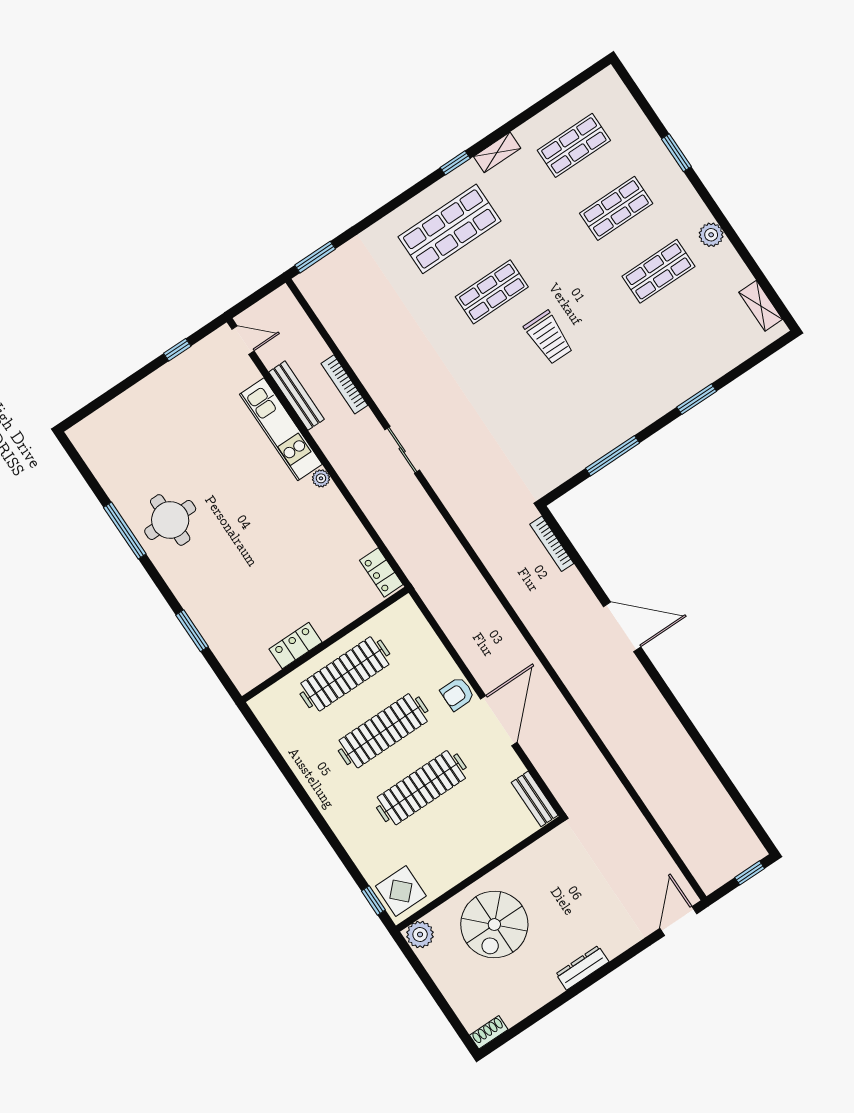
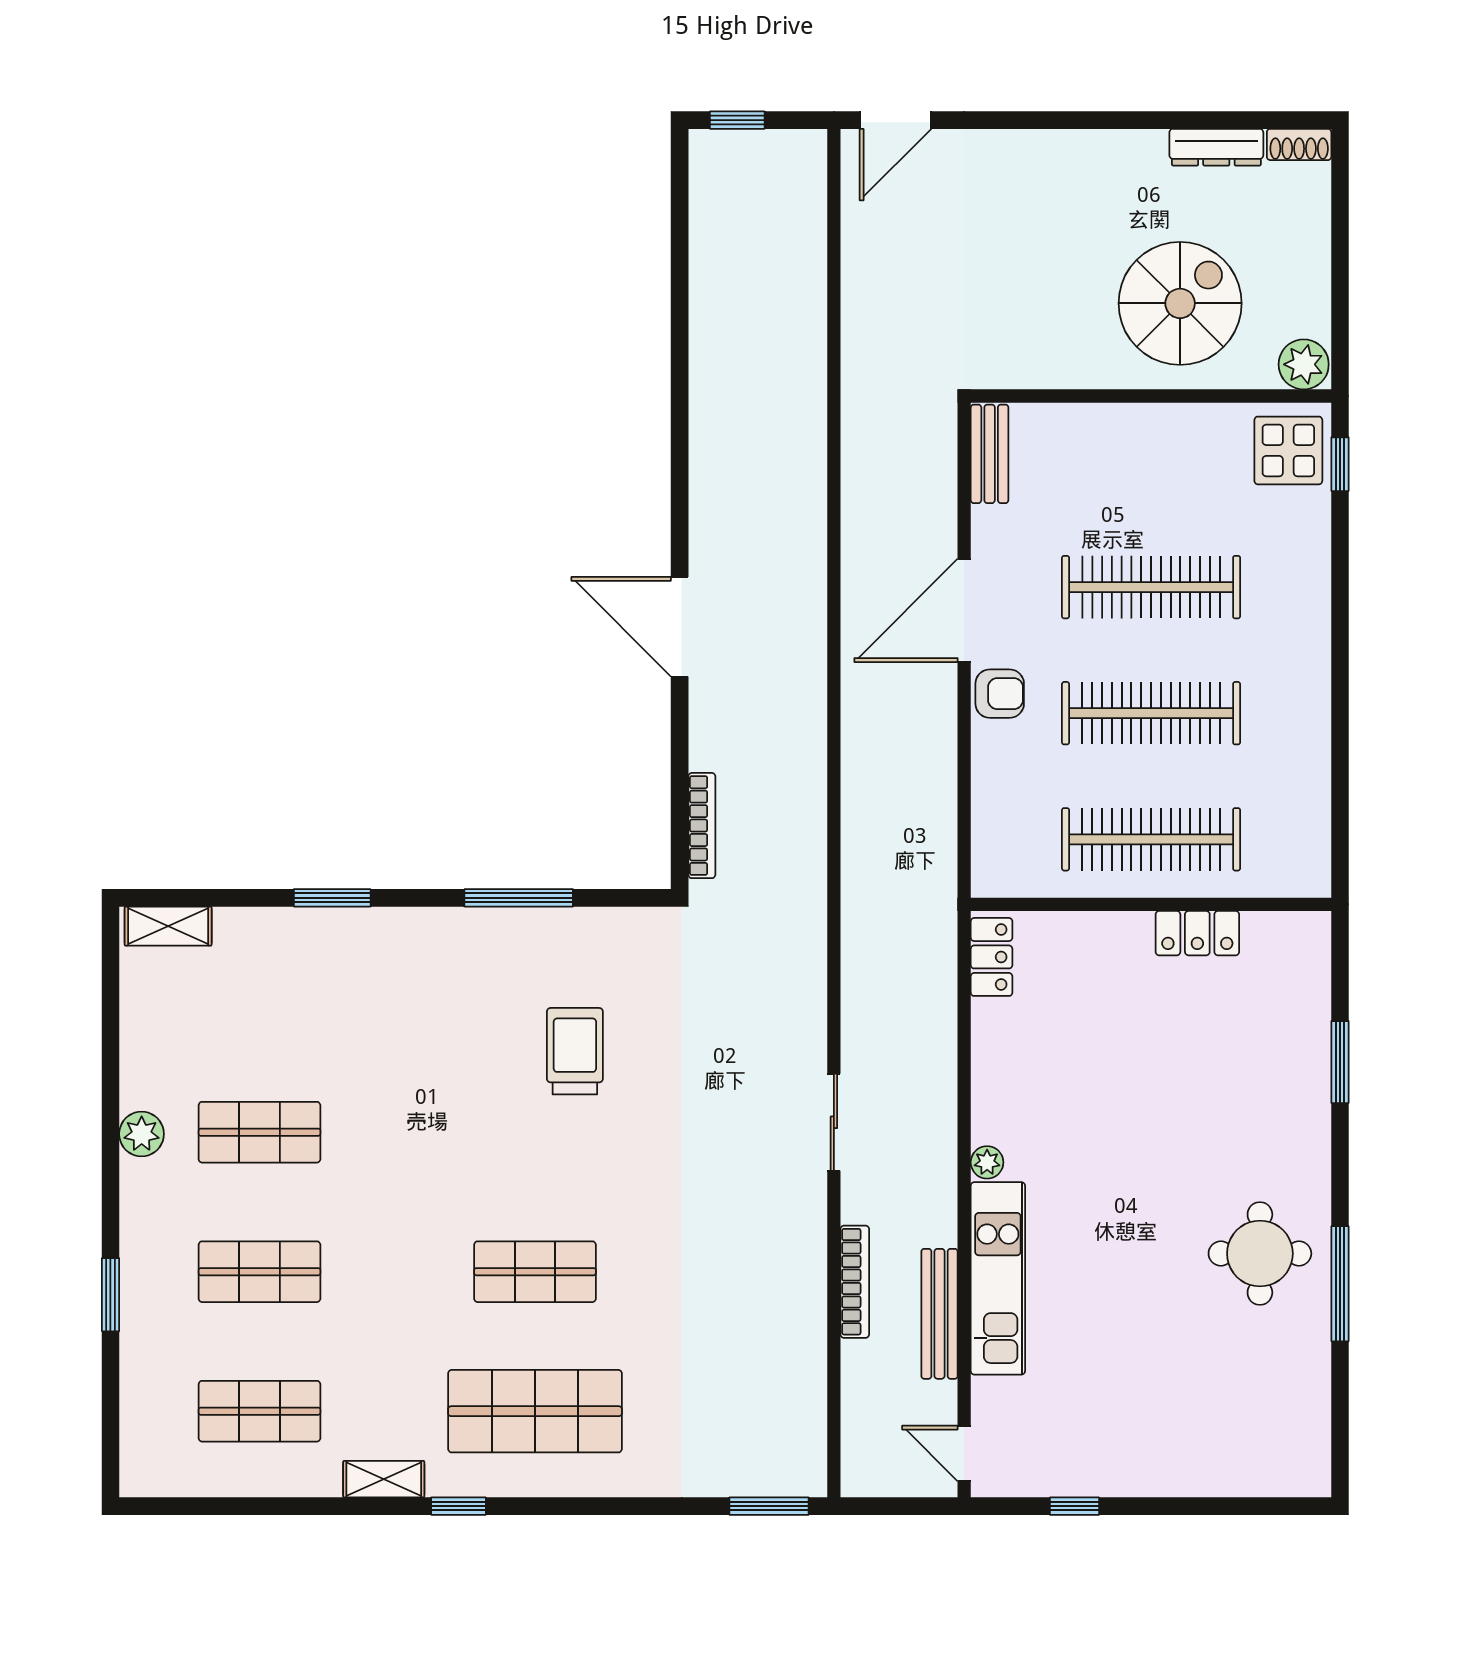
shelving: (761, 306) -> (168, 926), moved, turned 90
trolley: (549, 337) -> (575, 1051), moved
dresser: (582, 968) -> (1216, 147), moved

